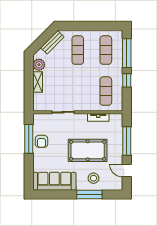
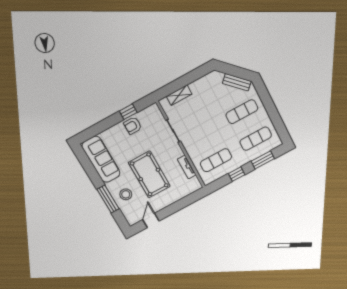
window: (127, 53) -> (263, 160), width x0.69
plant: (39, 65) -> (207, 81), removed
shelving: (38, 82) -> (179, 95), moved
window: (29, 139) -> (128, 112), width x0.46
window: (127, 141) -> (179, 205), removed

